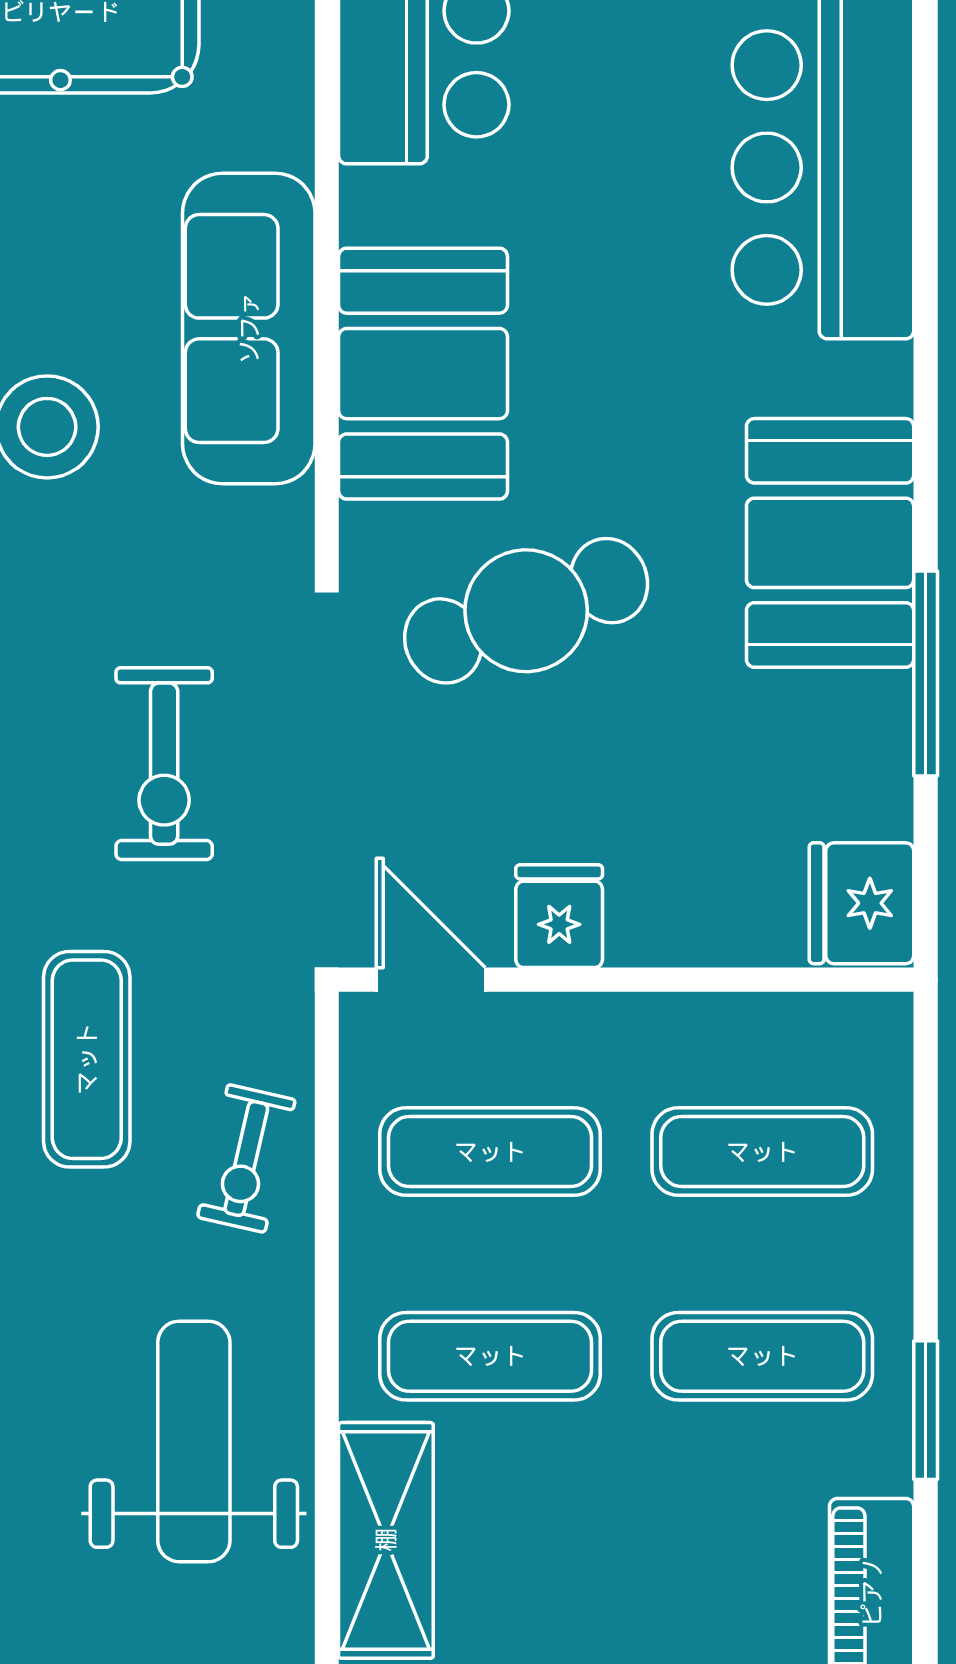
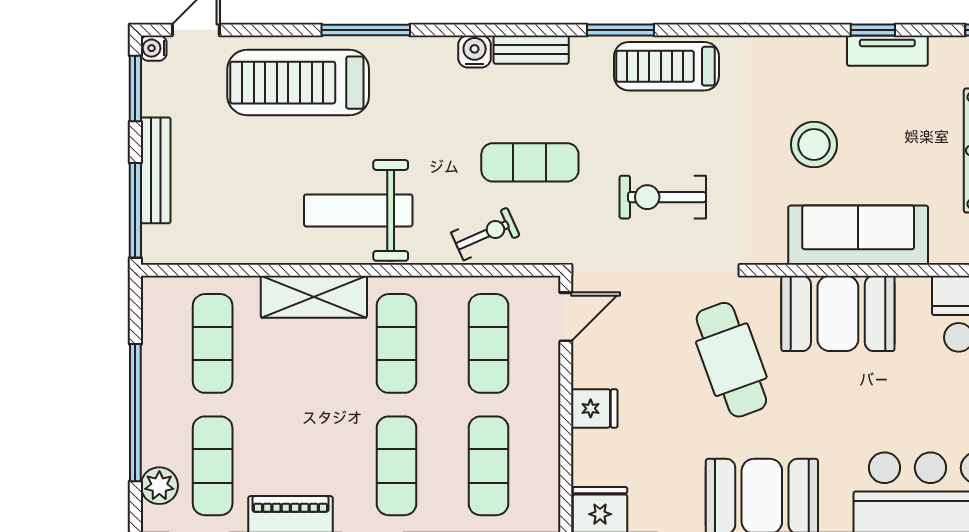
fridge: (559, 916) -> (594, 408), moved
exercise bike: (246, 1159) -> (485, 234), turned 143
weight bench: (194, 1441) -> (358, 210), turned 180

